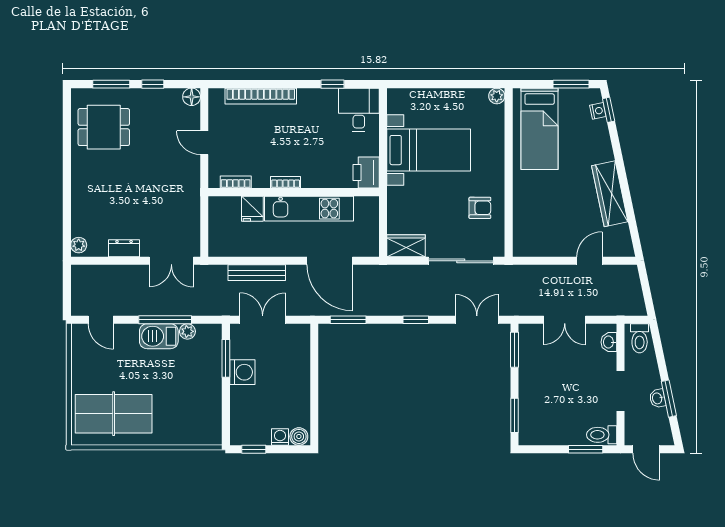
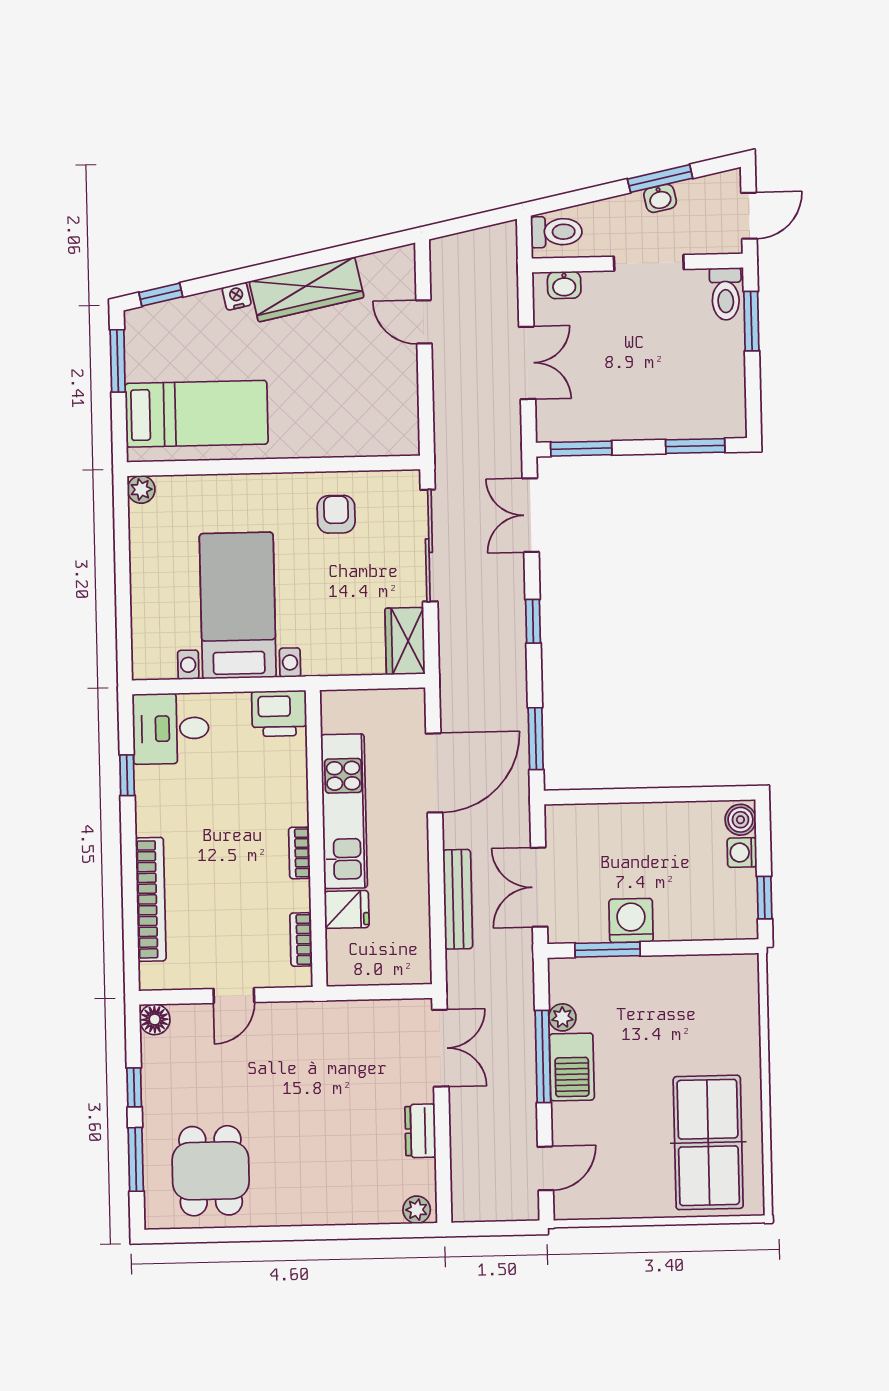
nightstand: (598, 111) -> (237, 296), moved

